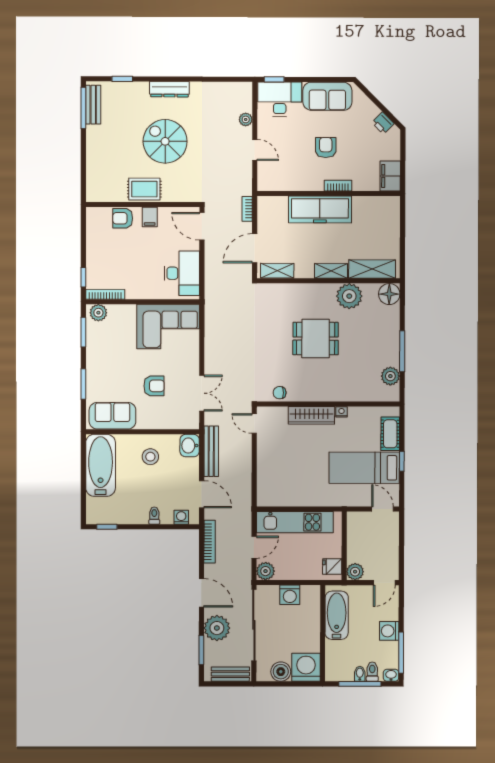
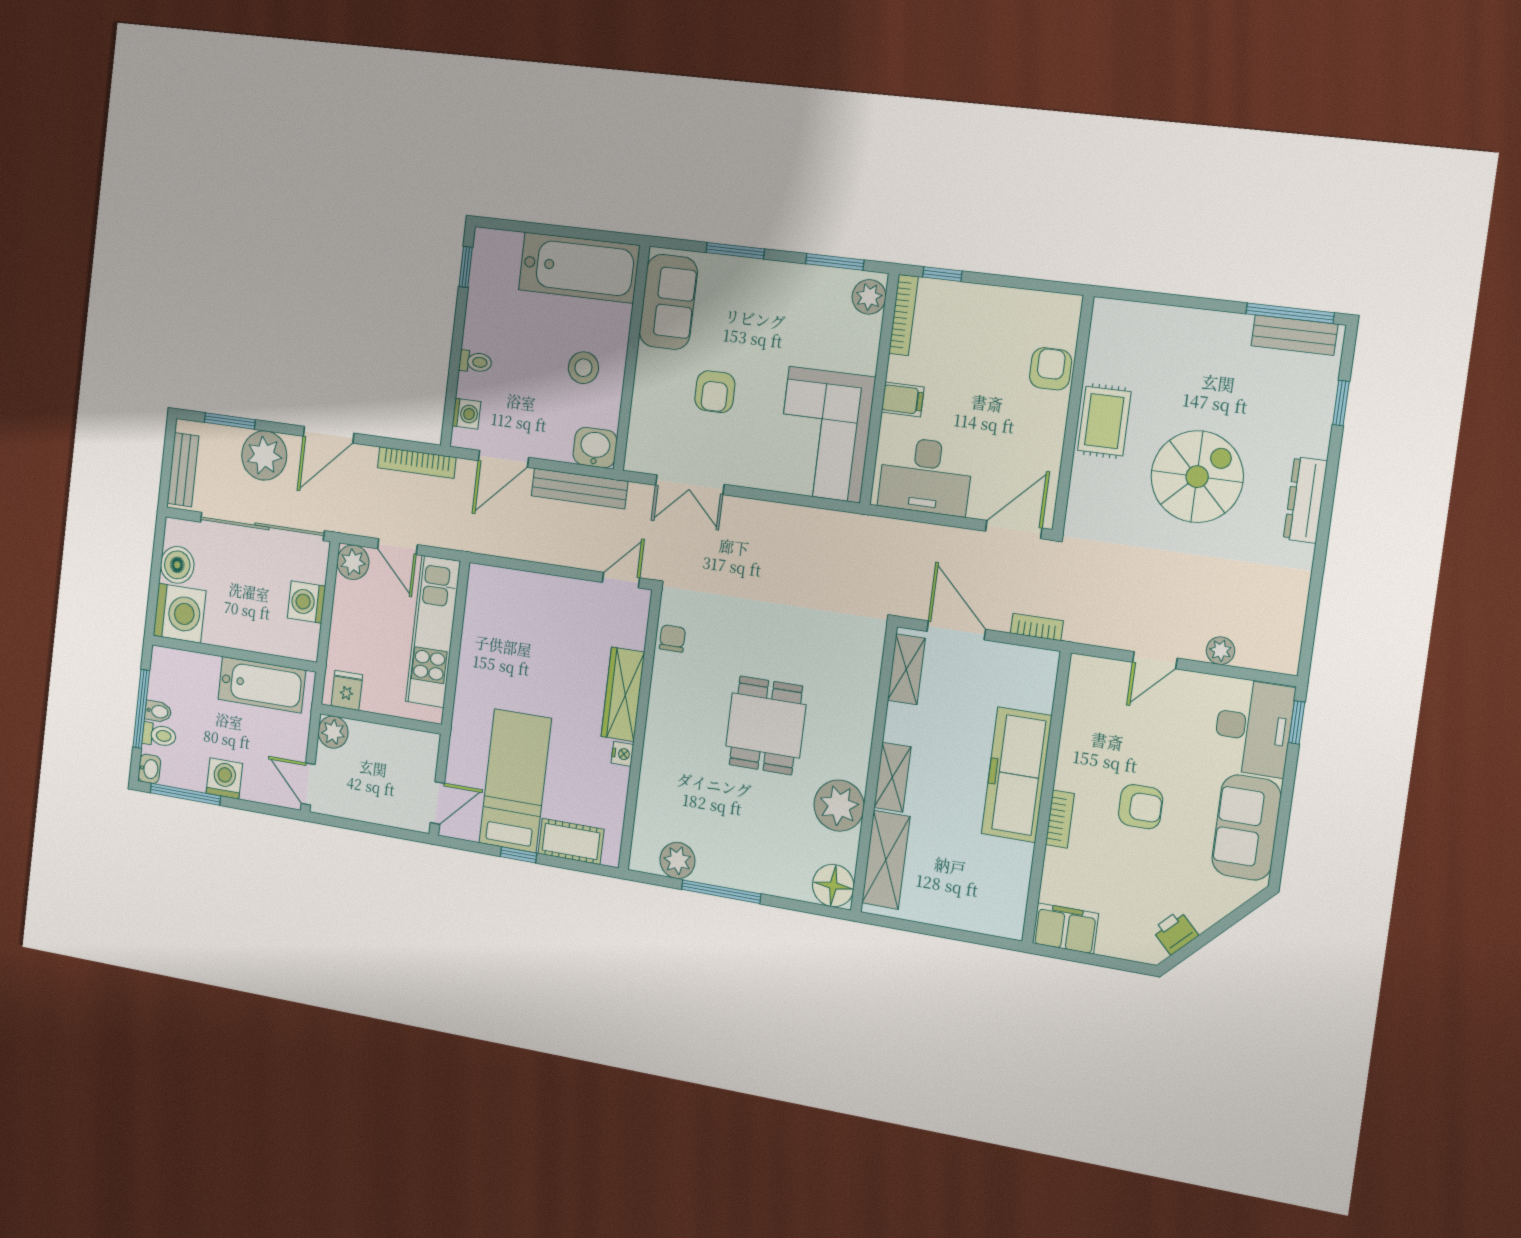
filing cabinet: (150, 217) -> (903, 399), moved, turned 180

